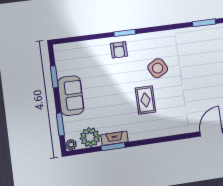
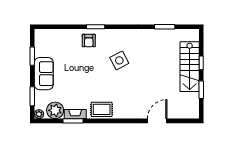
rug: (145, 100) -> (102, 109), moved, turned 90

